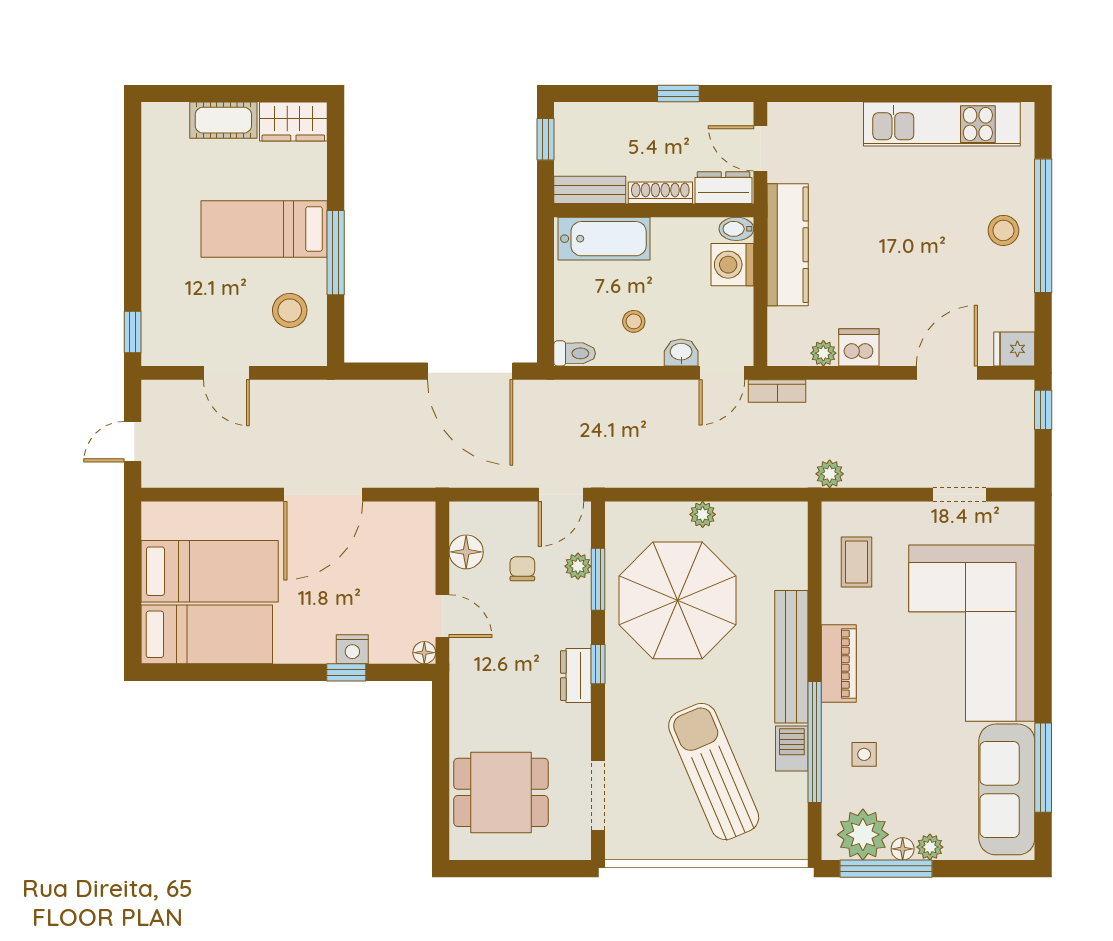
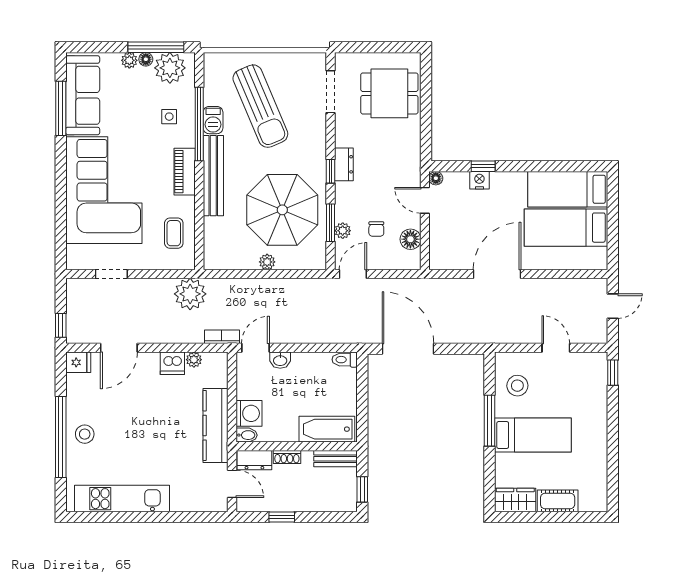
shoe rack: (660, 193) -> (287, 457), width x0.70
stool: (634, 321) -> (309, 379), removed
plant: (830, 474) -> (190, 294), width x1.88, depth x1.88

